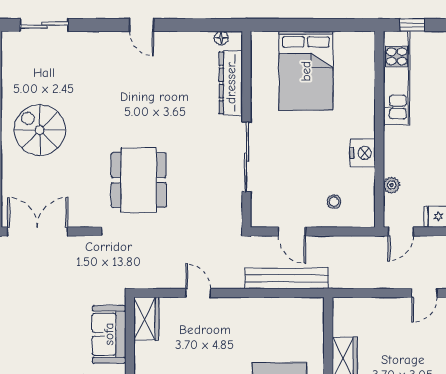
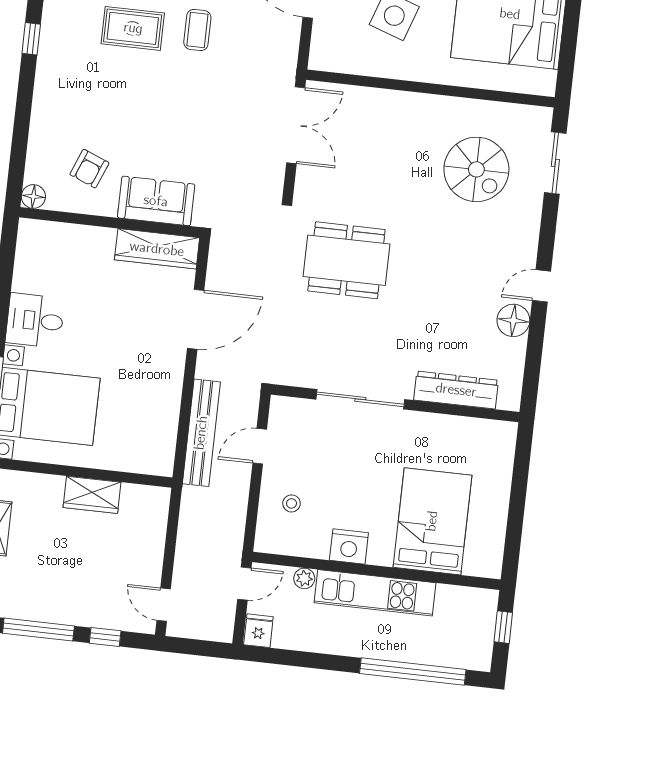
floor lamp: (221, 38) -> (513, 320), moved, width x1.89, depth x1.89
bed: (306, 71) -> (432, 521), moved, turned 90
kitchen unit: (397, 78) -> (375, 593), moved
spiral stairs: (40, 130) -> (476, 169), moved, turned 90
door: (401, 232) -> (244, 584), swing flipped
door: (198, 293) -> (196, 319), width x1.88
wardrobe: (146, 319) -> (157, 249), width x1.50

